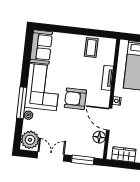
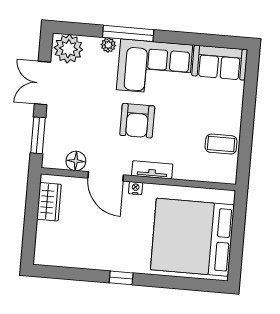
tv unit: (107, 78) -> (152, 170), moved
armchair: (75, 99) -> (137, 121), turned 180
door: (109, 119) -> (106, 176), swing flipped
double door: (51, 156) -> (42, 83), swing flipped

